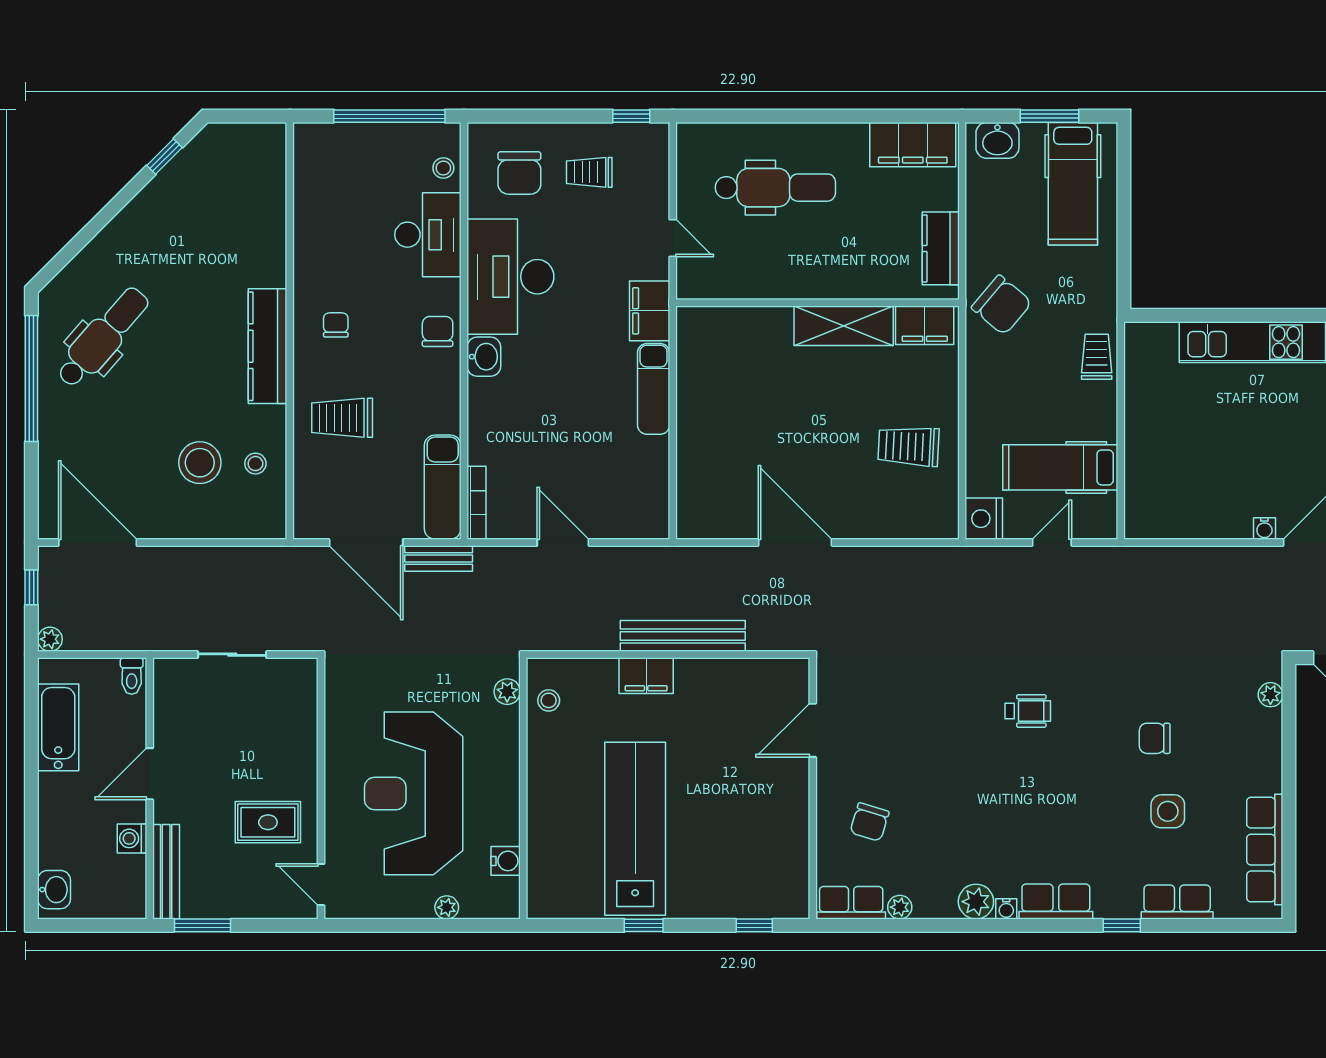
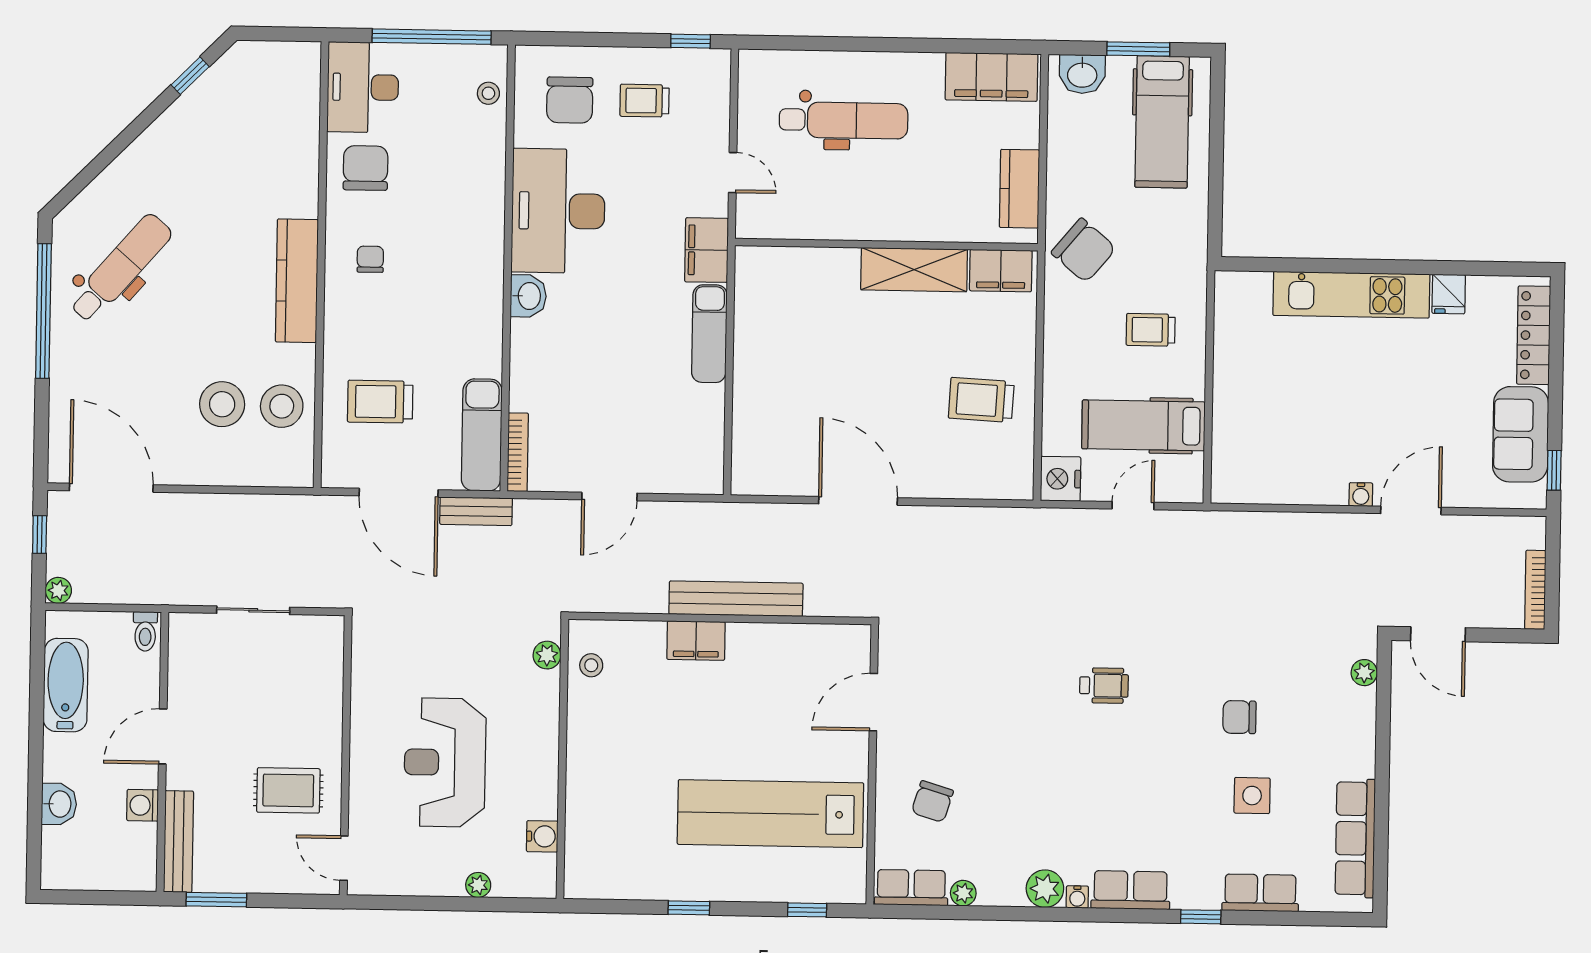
desk: (428, 235) -> (363, 87), moved, turned 180
chair: (438, 331) -> (366, 168), moved, width x1.37, depth x1.37
trolley: (1097, 357) -> (1151, 330), moved, turned -90
trolley: (342, 418) -> (380, 402), moved
stool: (255, 464) -> (282, 406), width x1.89, depth x1.89
door: (563, 543) -> (609, 496), swing flipped
reception desk: (414, 793) -> (445, 762), width x0.74, depth x0.77
lab bench: (635, 829) -> (770, 814), moved, turned -90
washbasin: (54, 890) -> (59, 804), moved

